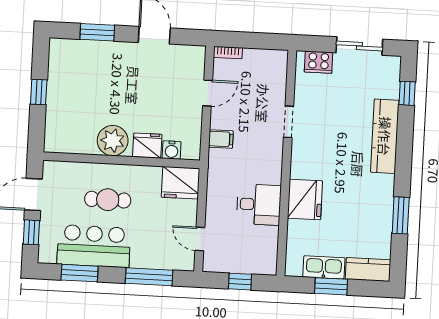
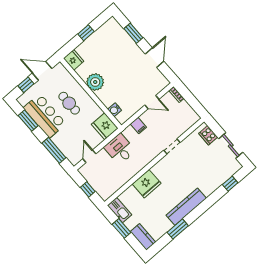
kitchen counter: (385, 136) -> (186, 207), moved
fridge: (147, 146) -> (74, 60), moved
desk: (259, 205) -> (120, 149), moved, turned 180
kitchen sink: (324, 267) -> (120, 210), moved

